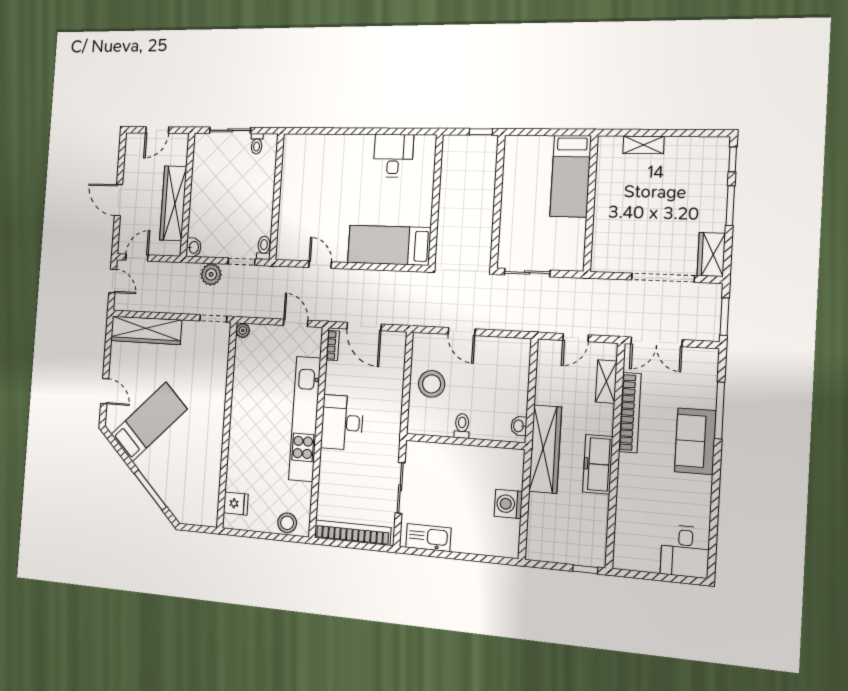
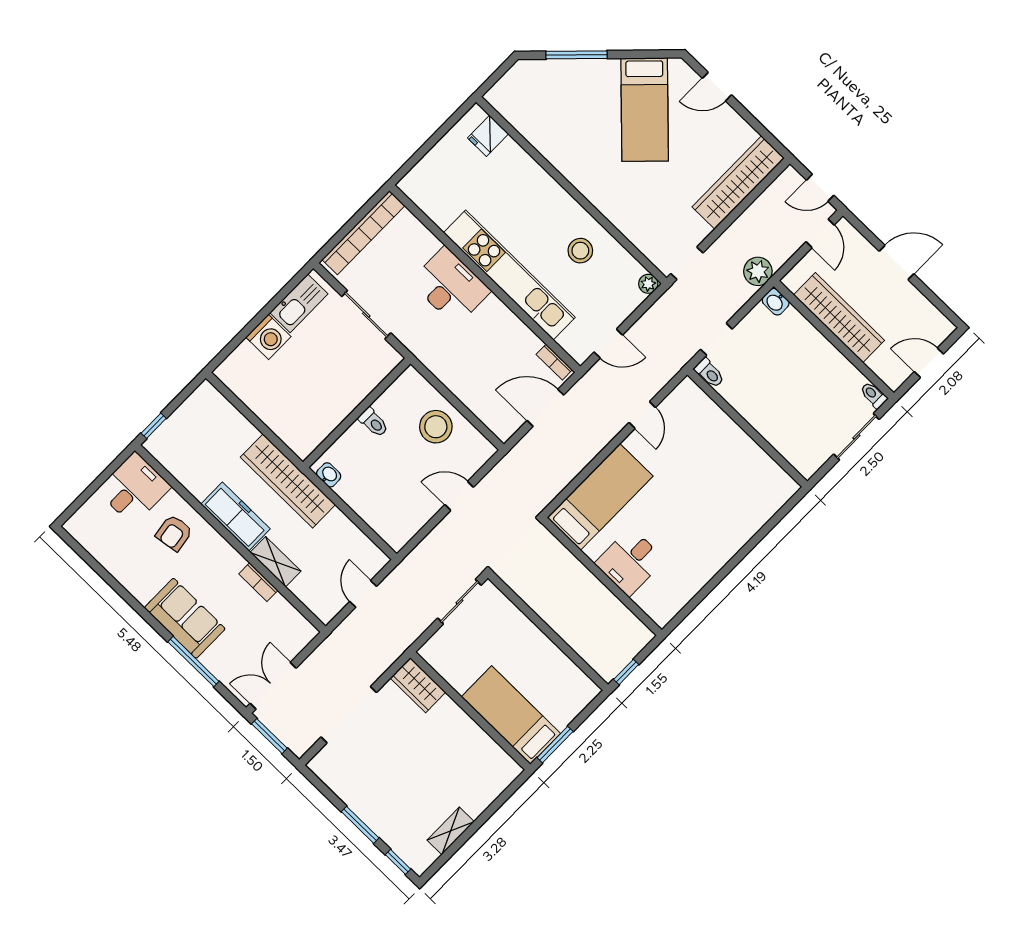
door: (157, 130) -> (929, 363), hinge flipped
window: (565, 132) -> (555, 745), added
toilet: (257, 144) -> (873, 395), moved
shelving: (643, 145) -> (451, 831), moved
desk: (393, 156) -> (630, 562), moved, turned 90
wardrobe: (711, 254) -> (418, 685), moved, turned 180
door: (320, 265) -> (642, 415), hinge flipped
plant: (211, 274) -> (758, 271), moved
double door: (656, 342) -> (273, 686), moved
shelving: (606, 382) -> (276, 562), moved
bookcase: (630, 413) -> (258, 582), width x0.43, depth x0.76
desk: (342, 423) -> (450, 286), moved
armchair: (644, 497) -> (174, 533), added
washing machine: (508, 504) -> (268, 337), moved, turned 90
stool: (287, 523) -> (580, 251), moved
desk: (685, 551) -> (134, 489), moved, turned 90

